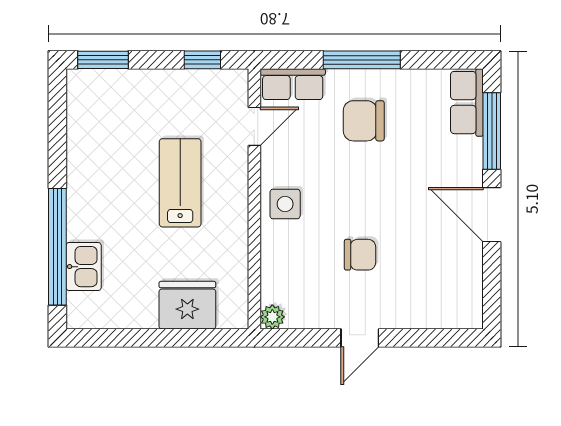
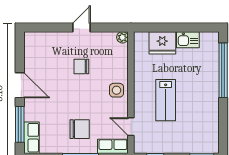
door: (254, 126) -> (131, 127), hinge flipped
kitchen sink: (84, 267) -> (188, 40), moved, turned -90

